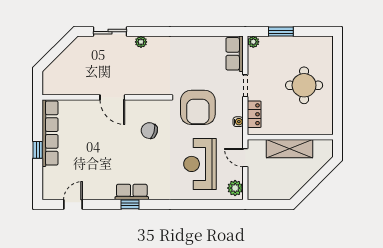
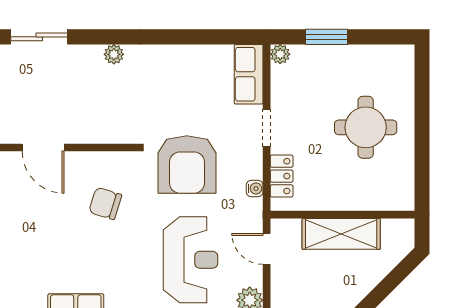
plant: (141, 42) -> (114, 54), moved
reception desk: (200, 164) -> (190, 260), turned 180

